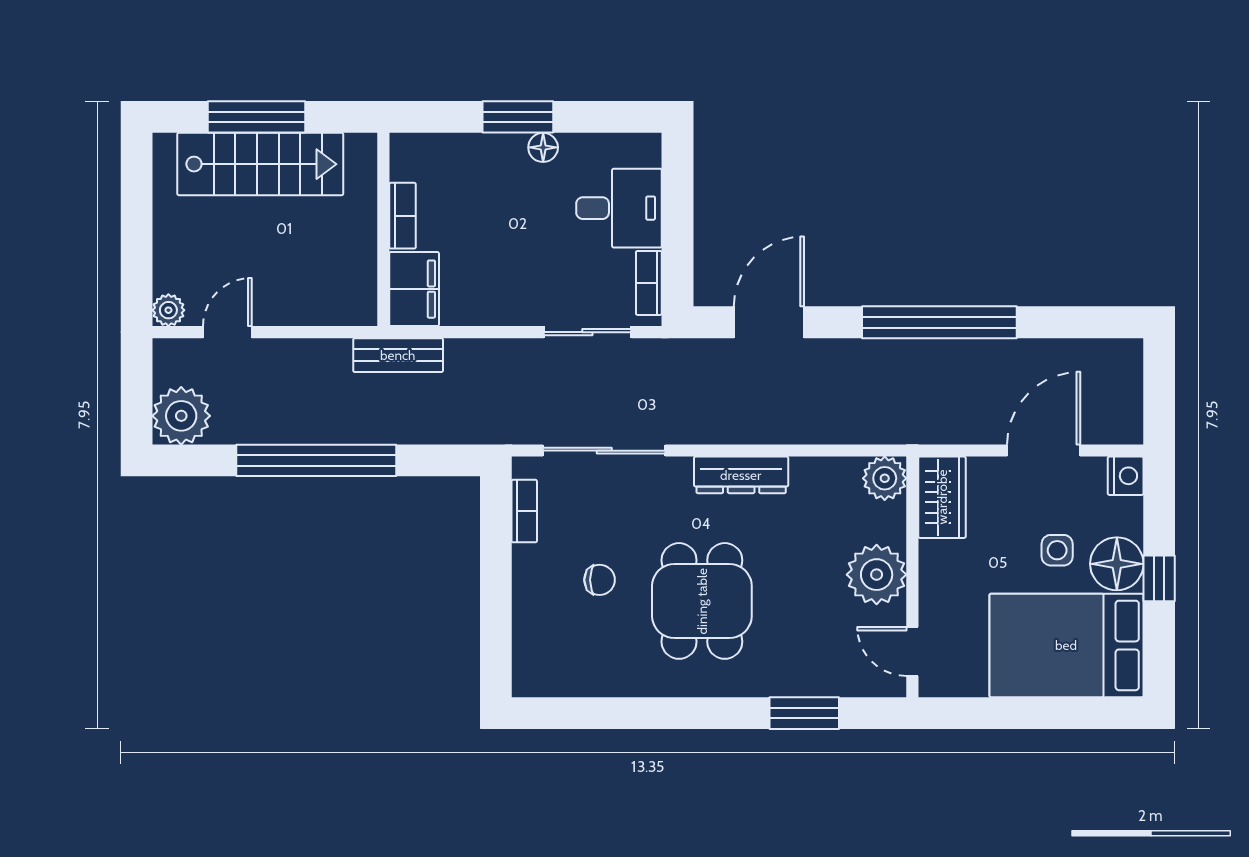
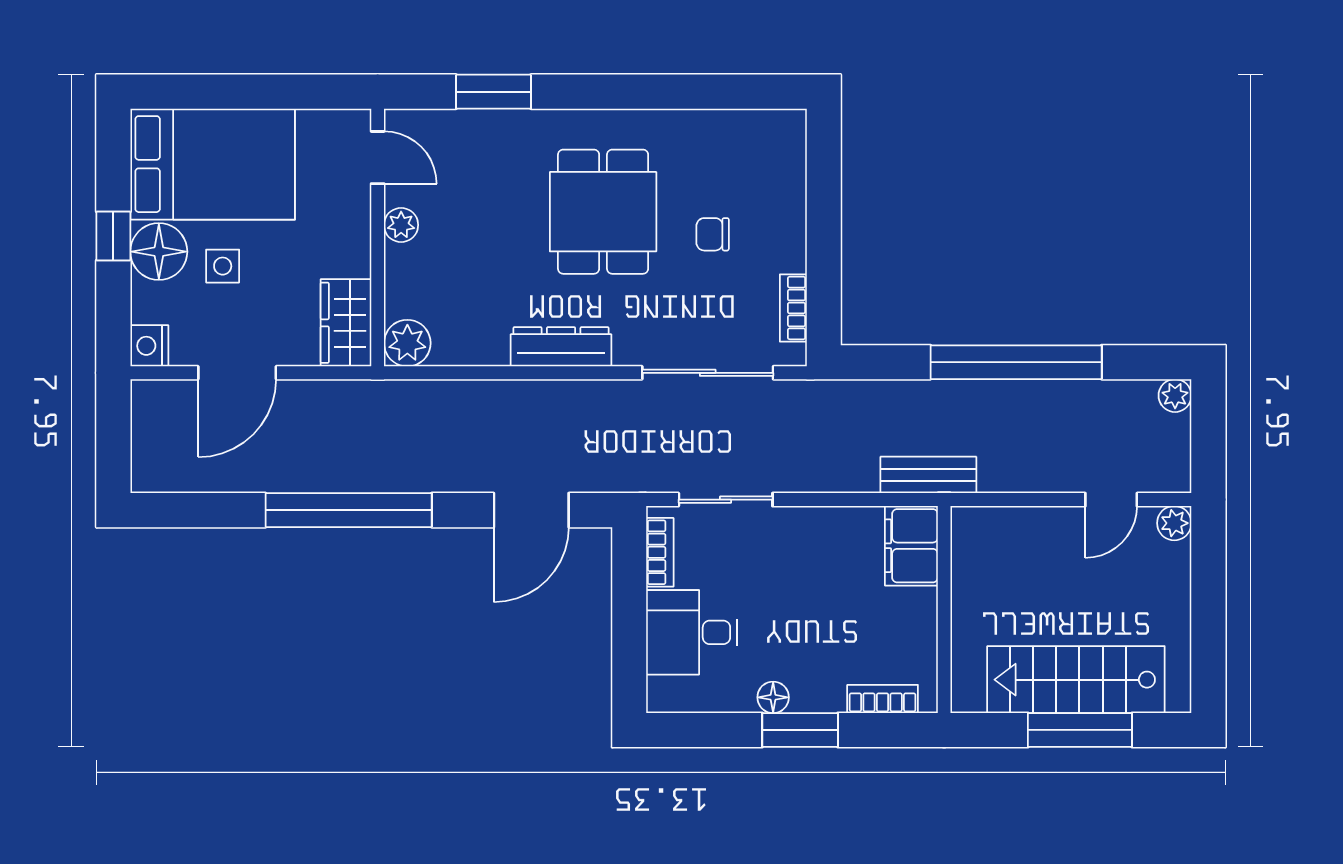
bookcase: (402, 216) -> (883, 699), moved, turned 90
plant: (181, 416) -> (1175, 396), width x0.53, depth x0.53
plant: (877, 575) -> (401, 225), width x0.53, depth x0.53

